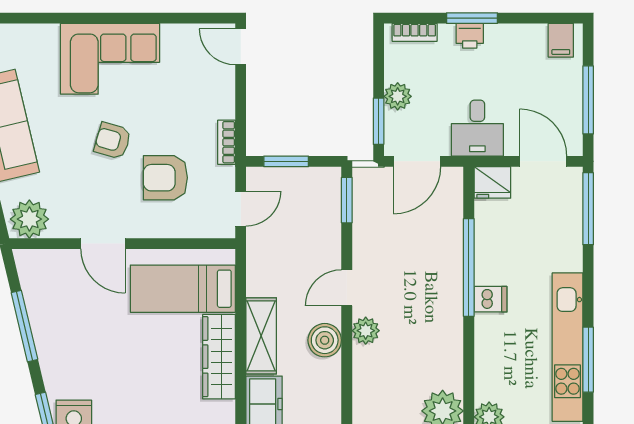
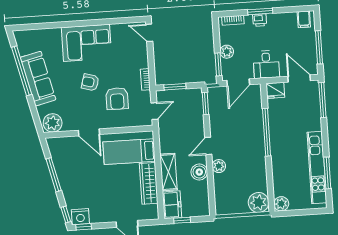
armchair: (165, 178) -> (117, 99), turned -90
dishwasher: (490, 299) -> (278, 147), removed

